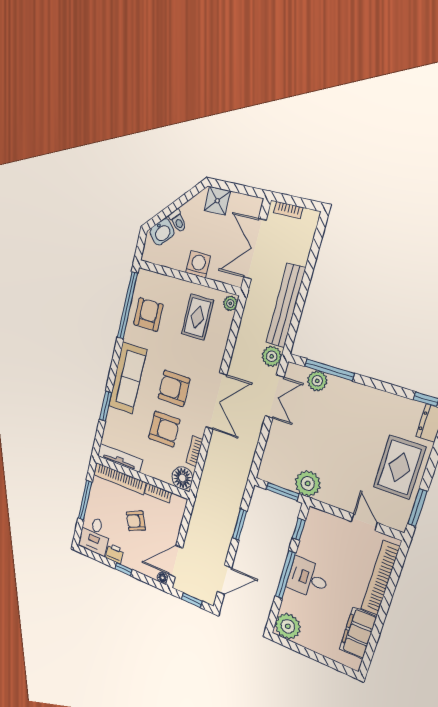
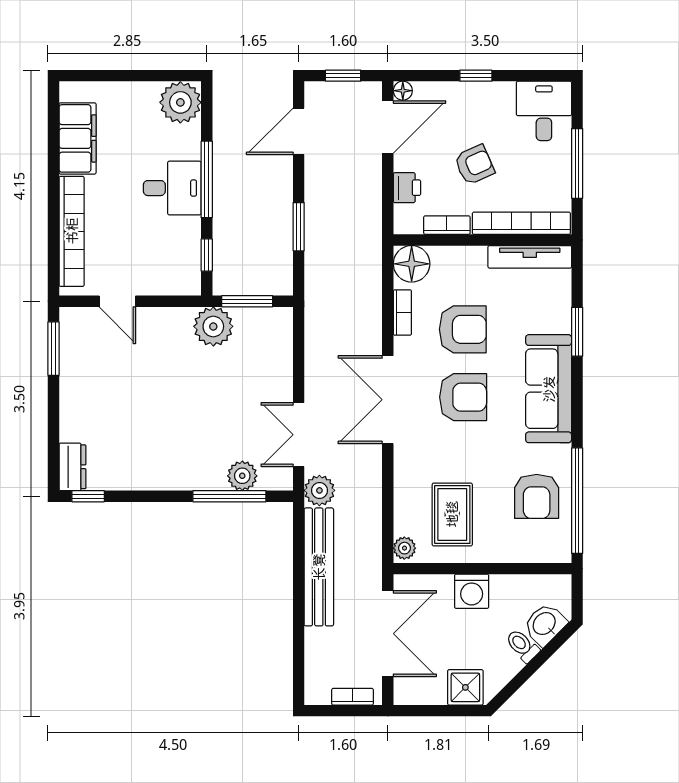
armchair: (164, 429) -> (463, 329), turned 180
rug: (399, 467) -> (94, 394), removed
printer: (114, 554) -> (407, 188), moved, turned -90

